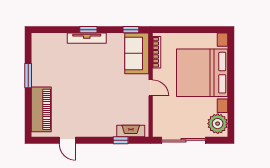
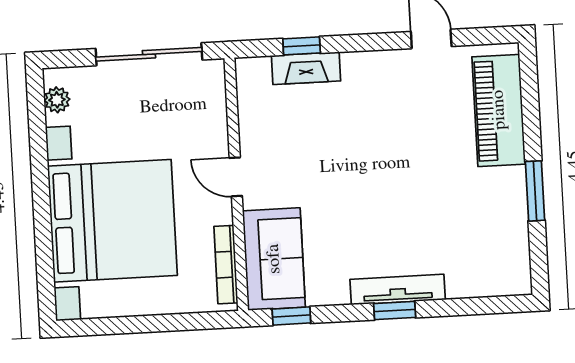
plant: (218, 124) -> (57, 100), width x0.53, depth x0.53
fireplace: (131, 131) -> (306, 68), moved

